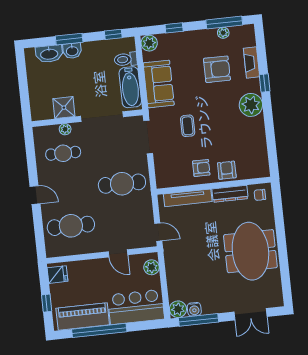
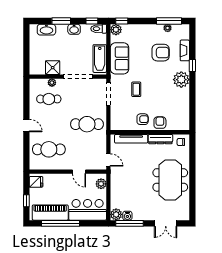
window: (174, 28) -> (122, 21), moved
washbasin: (72, 51) -> (74, 29), moved
toilet: (126, 59) -> (99, 29), moved

